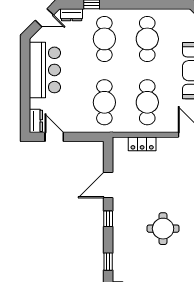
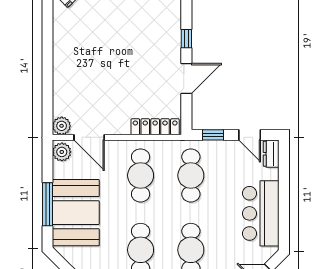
window: (86, 137) -> (213, 135), added
locker: (142, 144) -> (155, 127), width x1.53
round table: (163, 229) -> (122, 27), removed

